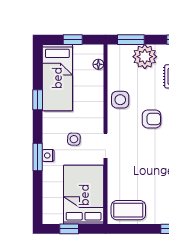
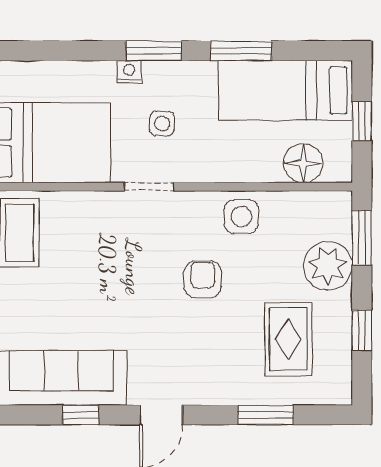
floor lamp: (98, 64) -> (303, 163), width x1.89, depth x1.89
window: (38, 100) -> (241, 51), width x1.50
armchair: (152, 119) -> (203, 279), turned 180
window: (38, 157) -> (153, 51), moved

